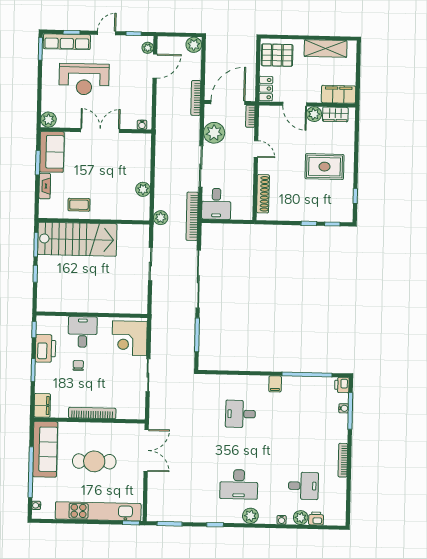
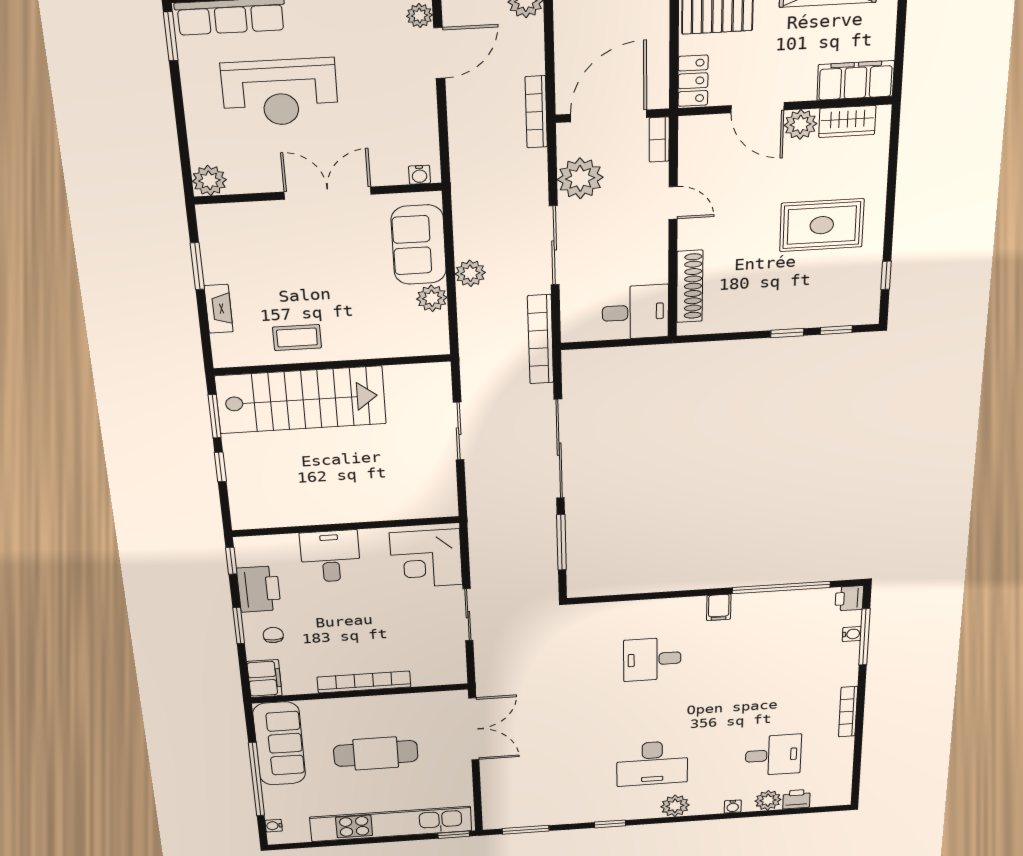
sofa: (52, 152) -> (419, 245), moved, turned 180
desk: (216, 204) -> (635, 312), moved, turned -90
plant: (161, 218) -> (470, 273), moved
chair: (78, 365) -> (273, 635), moved

